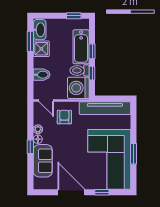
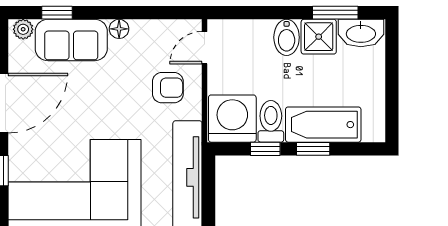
window: (74, 16) -> (392, 109), removed
bidet: (42, 75) -> (287, 37), moved
plant: (38, 129) -> (23, 29), moved
window: (30, 147) -> (57, 13), moved

